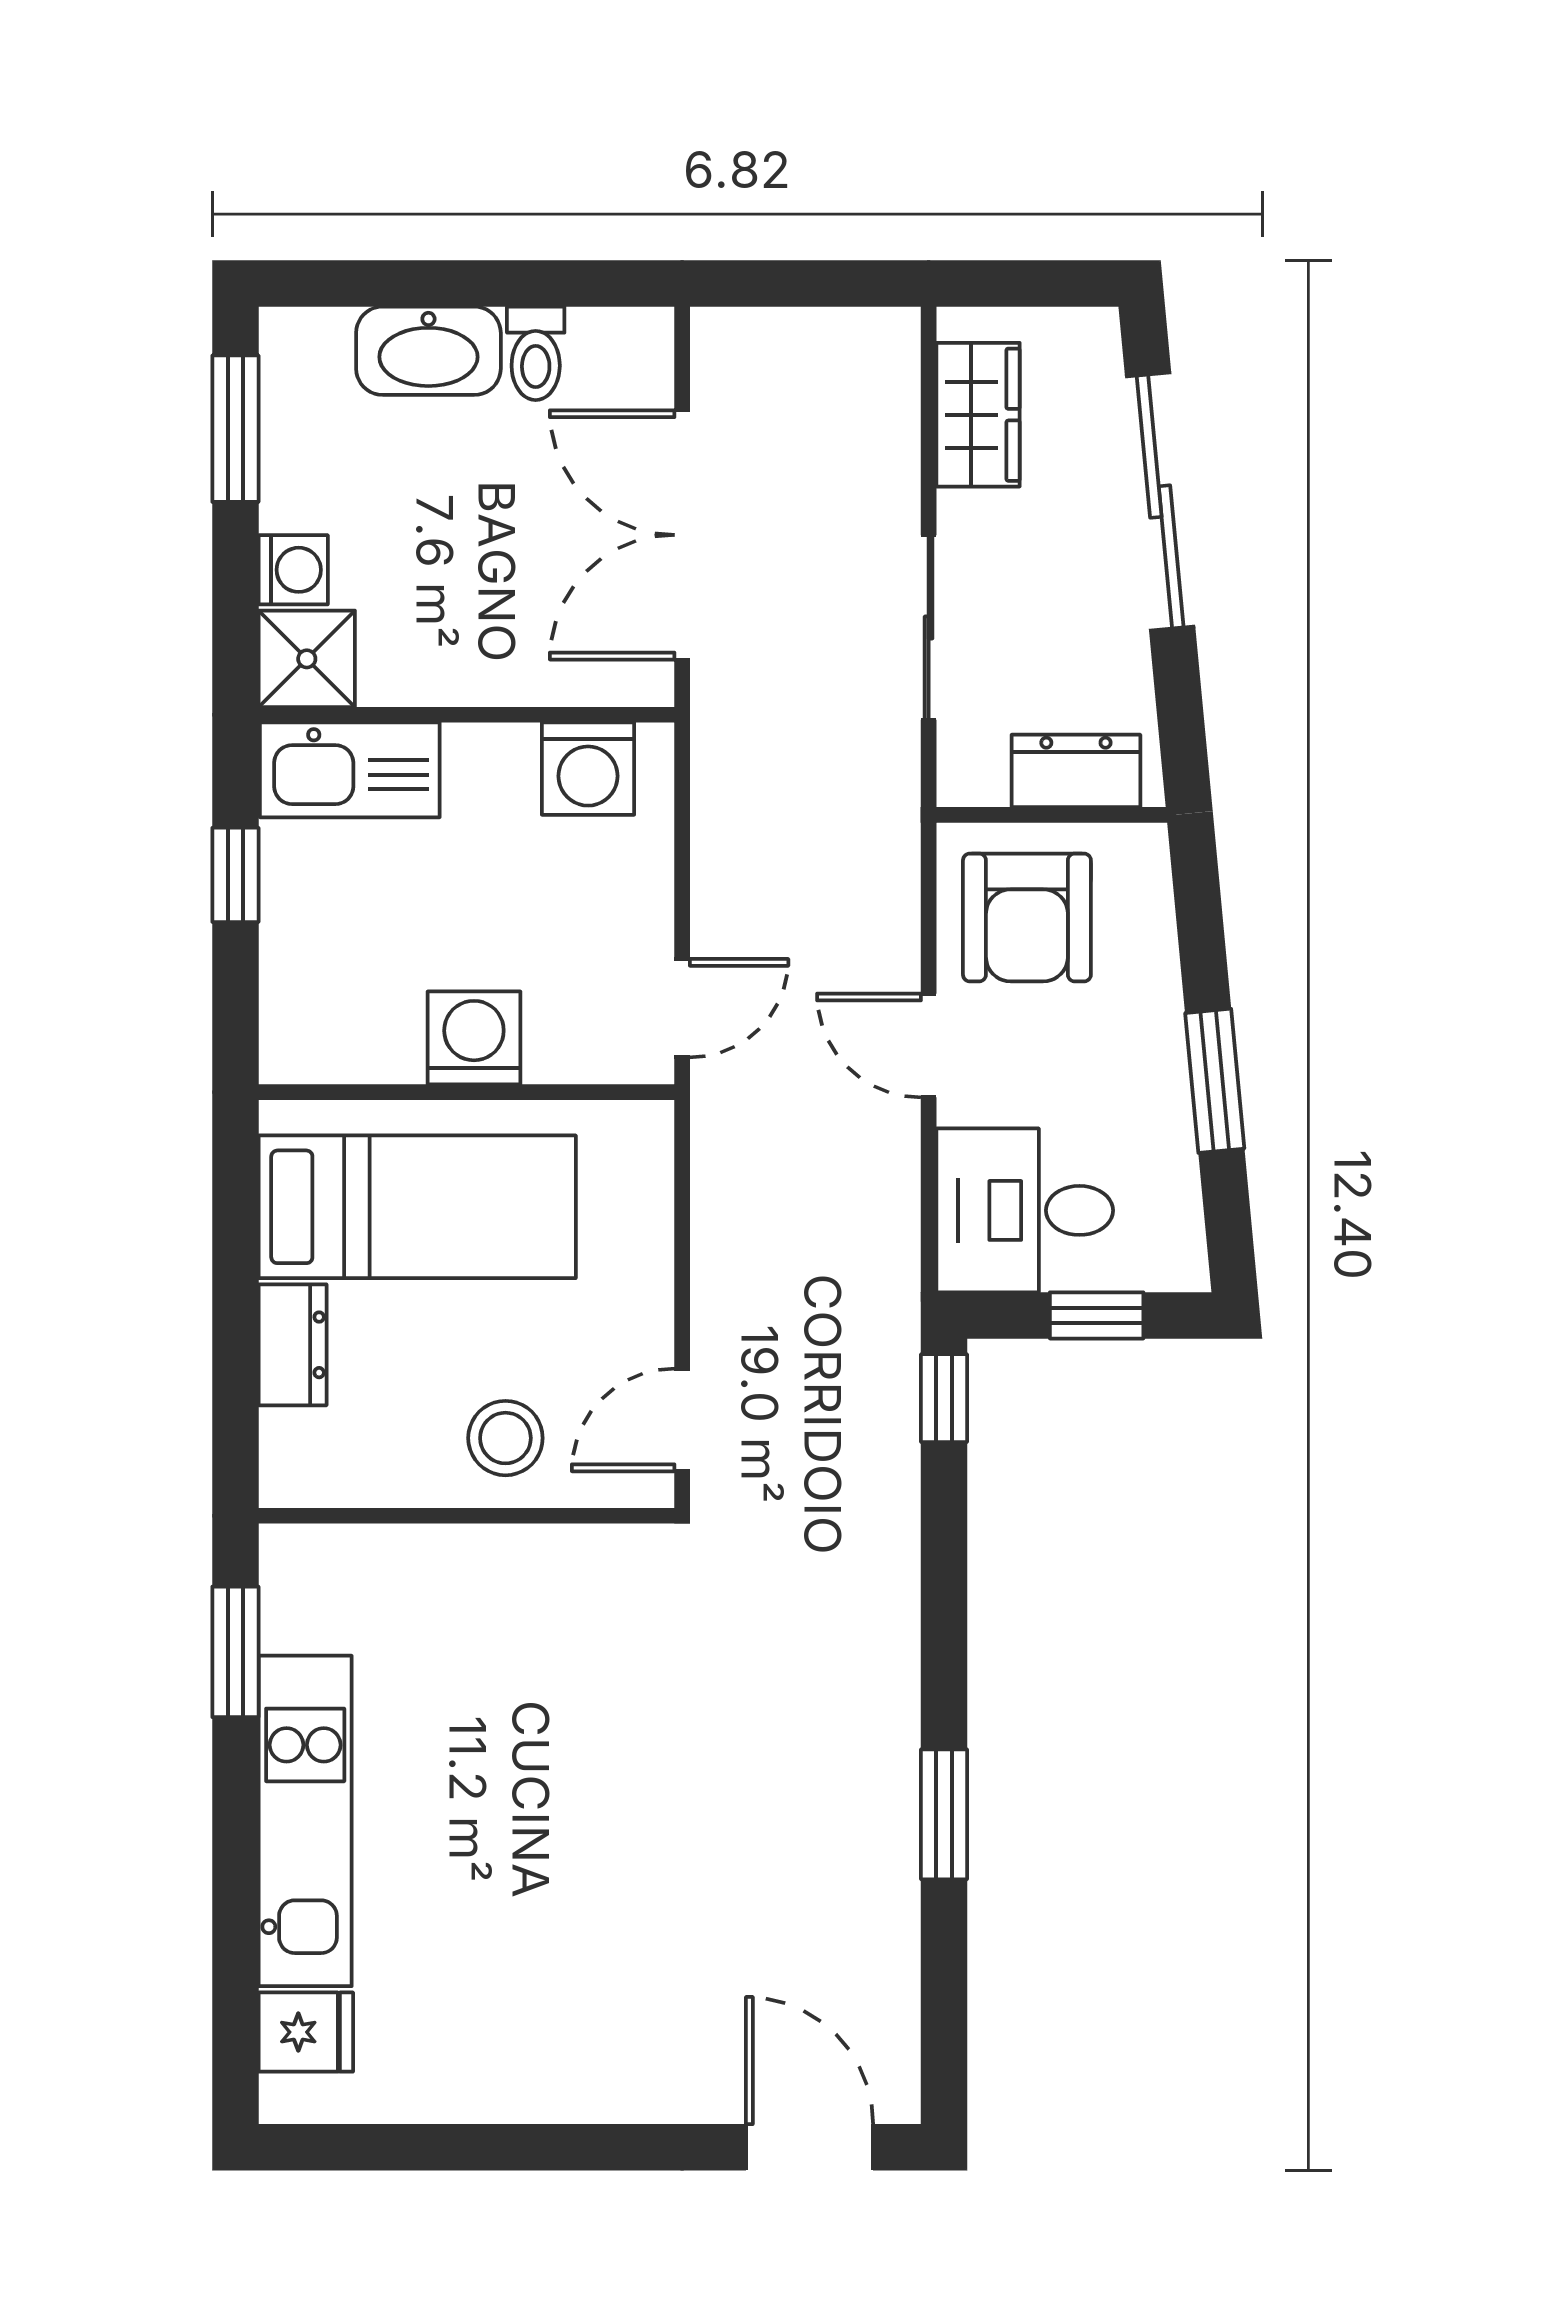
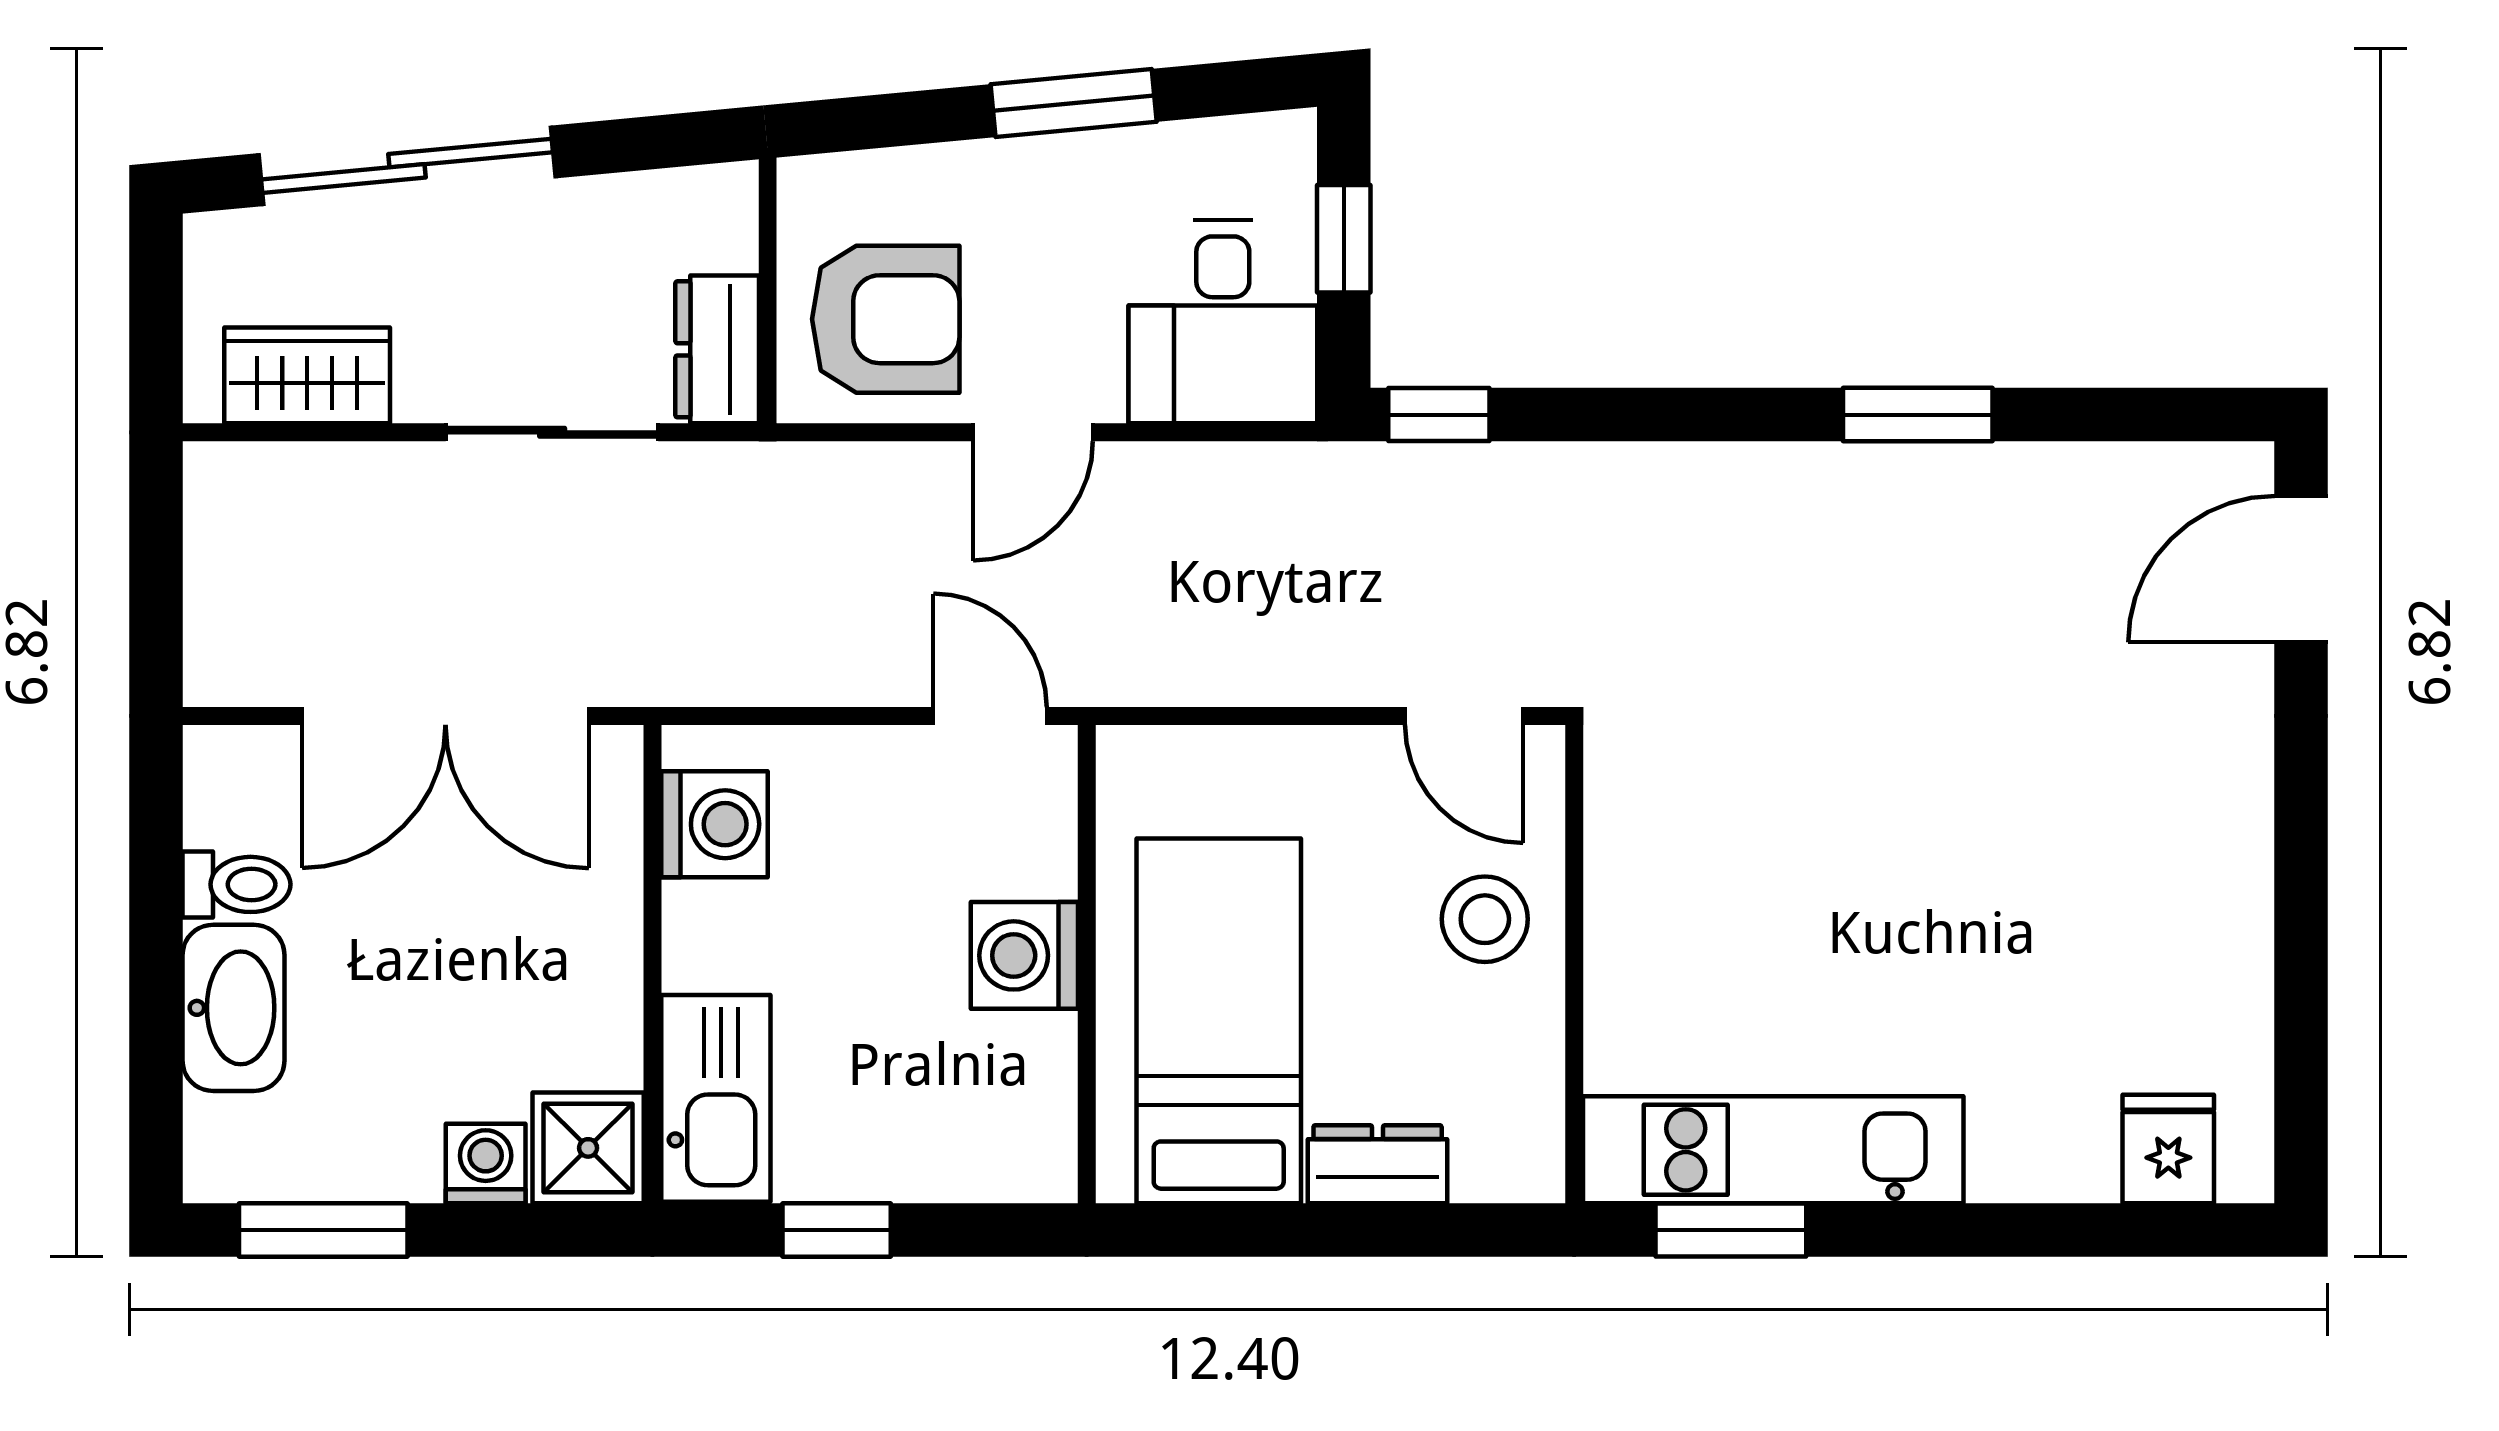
dresser: (1076, 771) -> (717, 349), moved
kitchen unit: (305, 1821) -> (1773, 1150), moved

